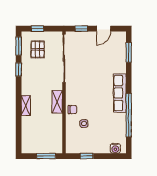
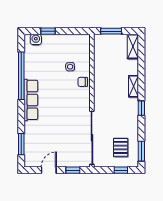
window: (19, 70) -> (141, 108), moved
shelving: (57, 102) -> (133, 47), moved
window: (87, 156) -> (48, 31), moved

